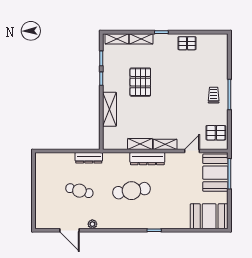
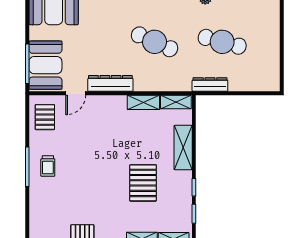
pallet: (216, 133) -> (45, 117), turned 90
shelving: (165, 144) -> (176, 102), moved
dresser: (147, 159) -> (110, 83), moved
cafe table: (79, 191) -> (222, 42), width x1.37, depth x1.35
cafe table: (131, 191) -> (155, 42), turned 33

